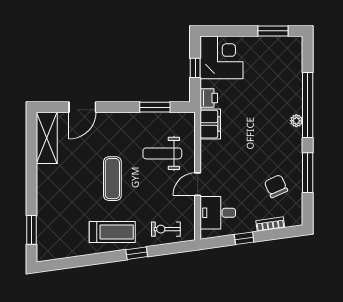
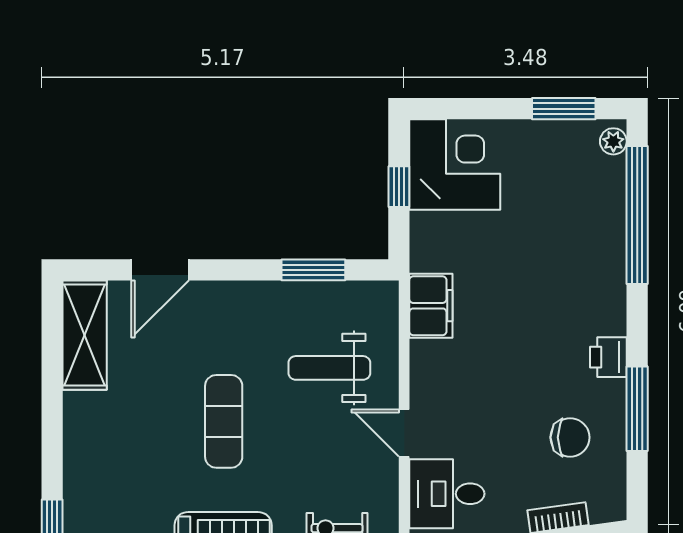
printer: (209, 98) -> (608, 357), moved, turned 180
window: (308, 105) -> (637, 215), moved
plant: (296, 121) -> (613, 141), moved
door: (198, 184) -> (404, 433), hinge flipped
chair: (276, 186) -> (570, 437), turned 114

